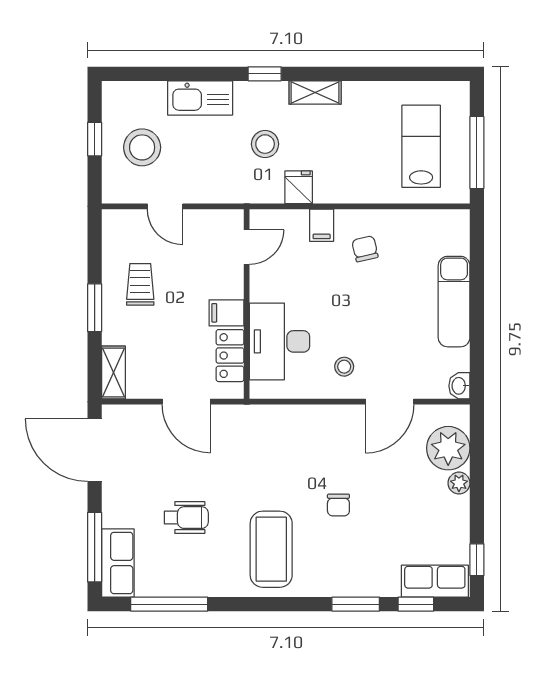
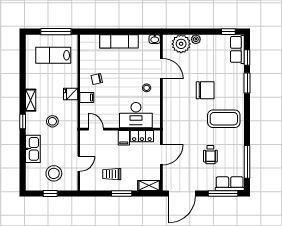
fridge: (299, 187) -> (71, 94), moved
chair: (338, 505) -> (205, 90), width x1.87, depth x1.87
wheelchair: (186, 518) -> (210, 155), turned 180

